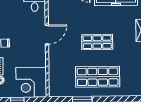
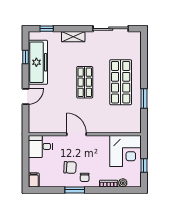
chair: (15, 29) -> (70, 167), added

